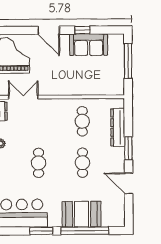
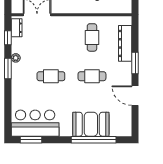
cafe table: (39, 163) -> (51, 76), turned 90
cafe table: (82, 163) -> (92, 76), turned 90
window: (41, 231) -> (31, 140), moved

